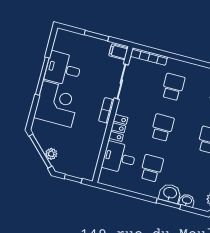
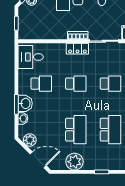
locker: (118, 128) -> (77, 49), moved
desk: (119, 158) -> (31, 57), moved, turned -90

